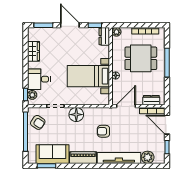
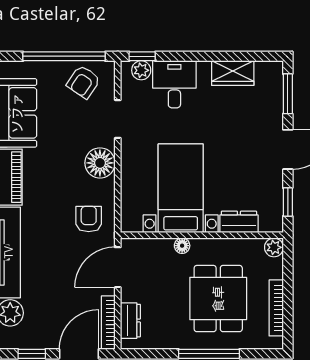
dresser: (104, 36) -> (239, 222), moved
door: (126, 106) -> (118, 267), swing flipped
armchair: (103, 131) -> (89, 219), moved

